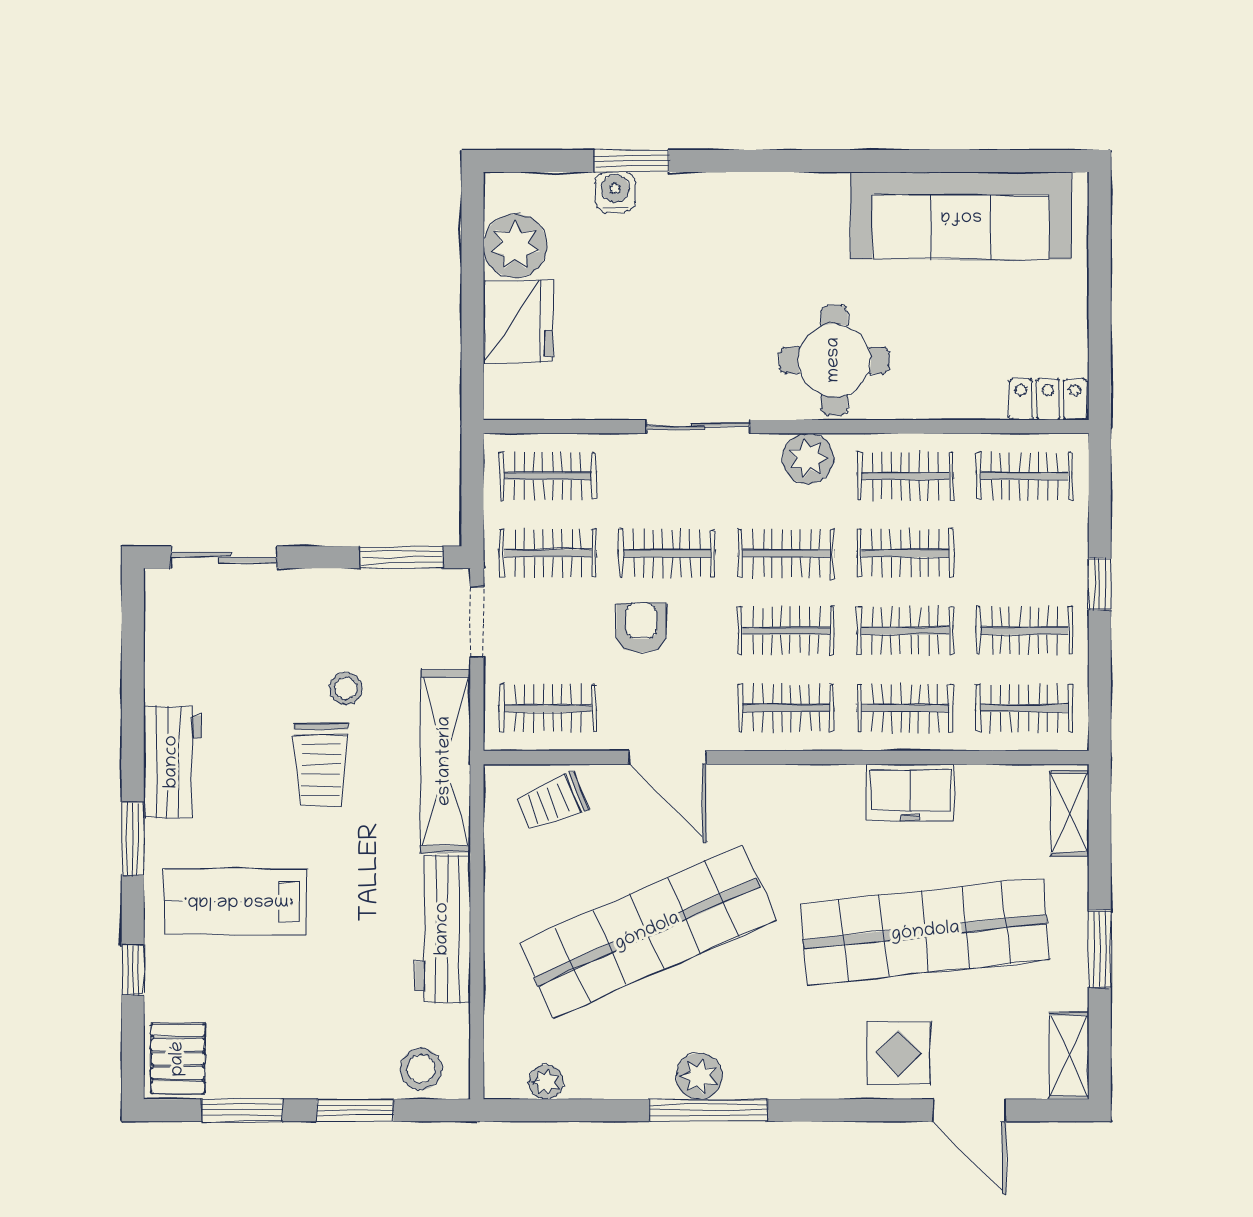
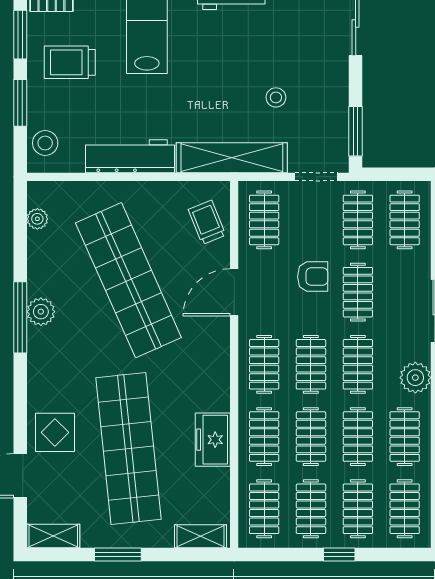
clothes rail: (1024, 553) -> (358, 509), added
trolley: (321, 764) -> (70, 62), moved

